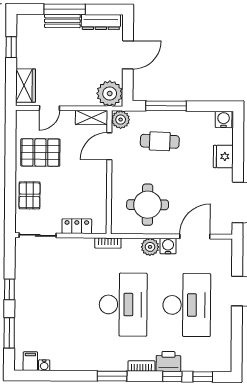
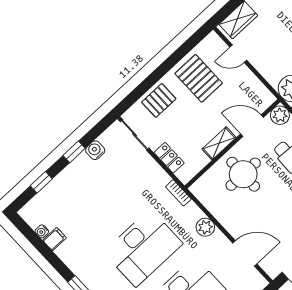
shelving: (92, 118) -> (219, 143), moved, turned 90
round table: (148, 205) -> (243, 174), moved
water cooler: (168, 246) -> (95, 150), moved, turned -90
window: (9, 333) -> (41, 182), width x0.67
filing cabinet: (30, 361) -> (55, 239), moved

